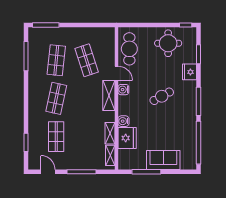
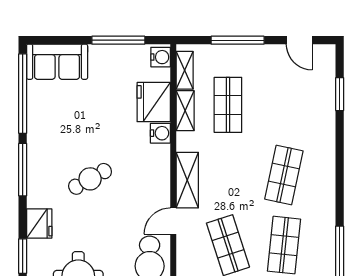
door: (116, 73) -> (173, 221), hinge flipped
water cooler: (123, 90) -> (161, 57), moved
shop shelf: (56, 137) -> (228, 105), moved
sofa: (163, 160) -> (57, 62), moved

